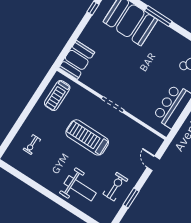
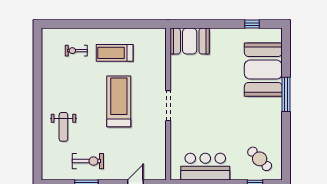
treadmill: (57, 96) -> (115, 53), moved
weight bench: (80, 188) -> (63, 127), width x0.73, depth x0.75

